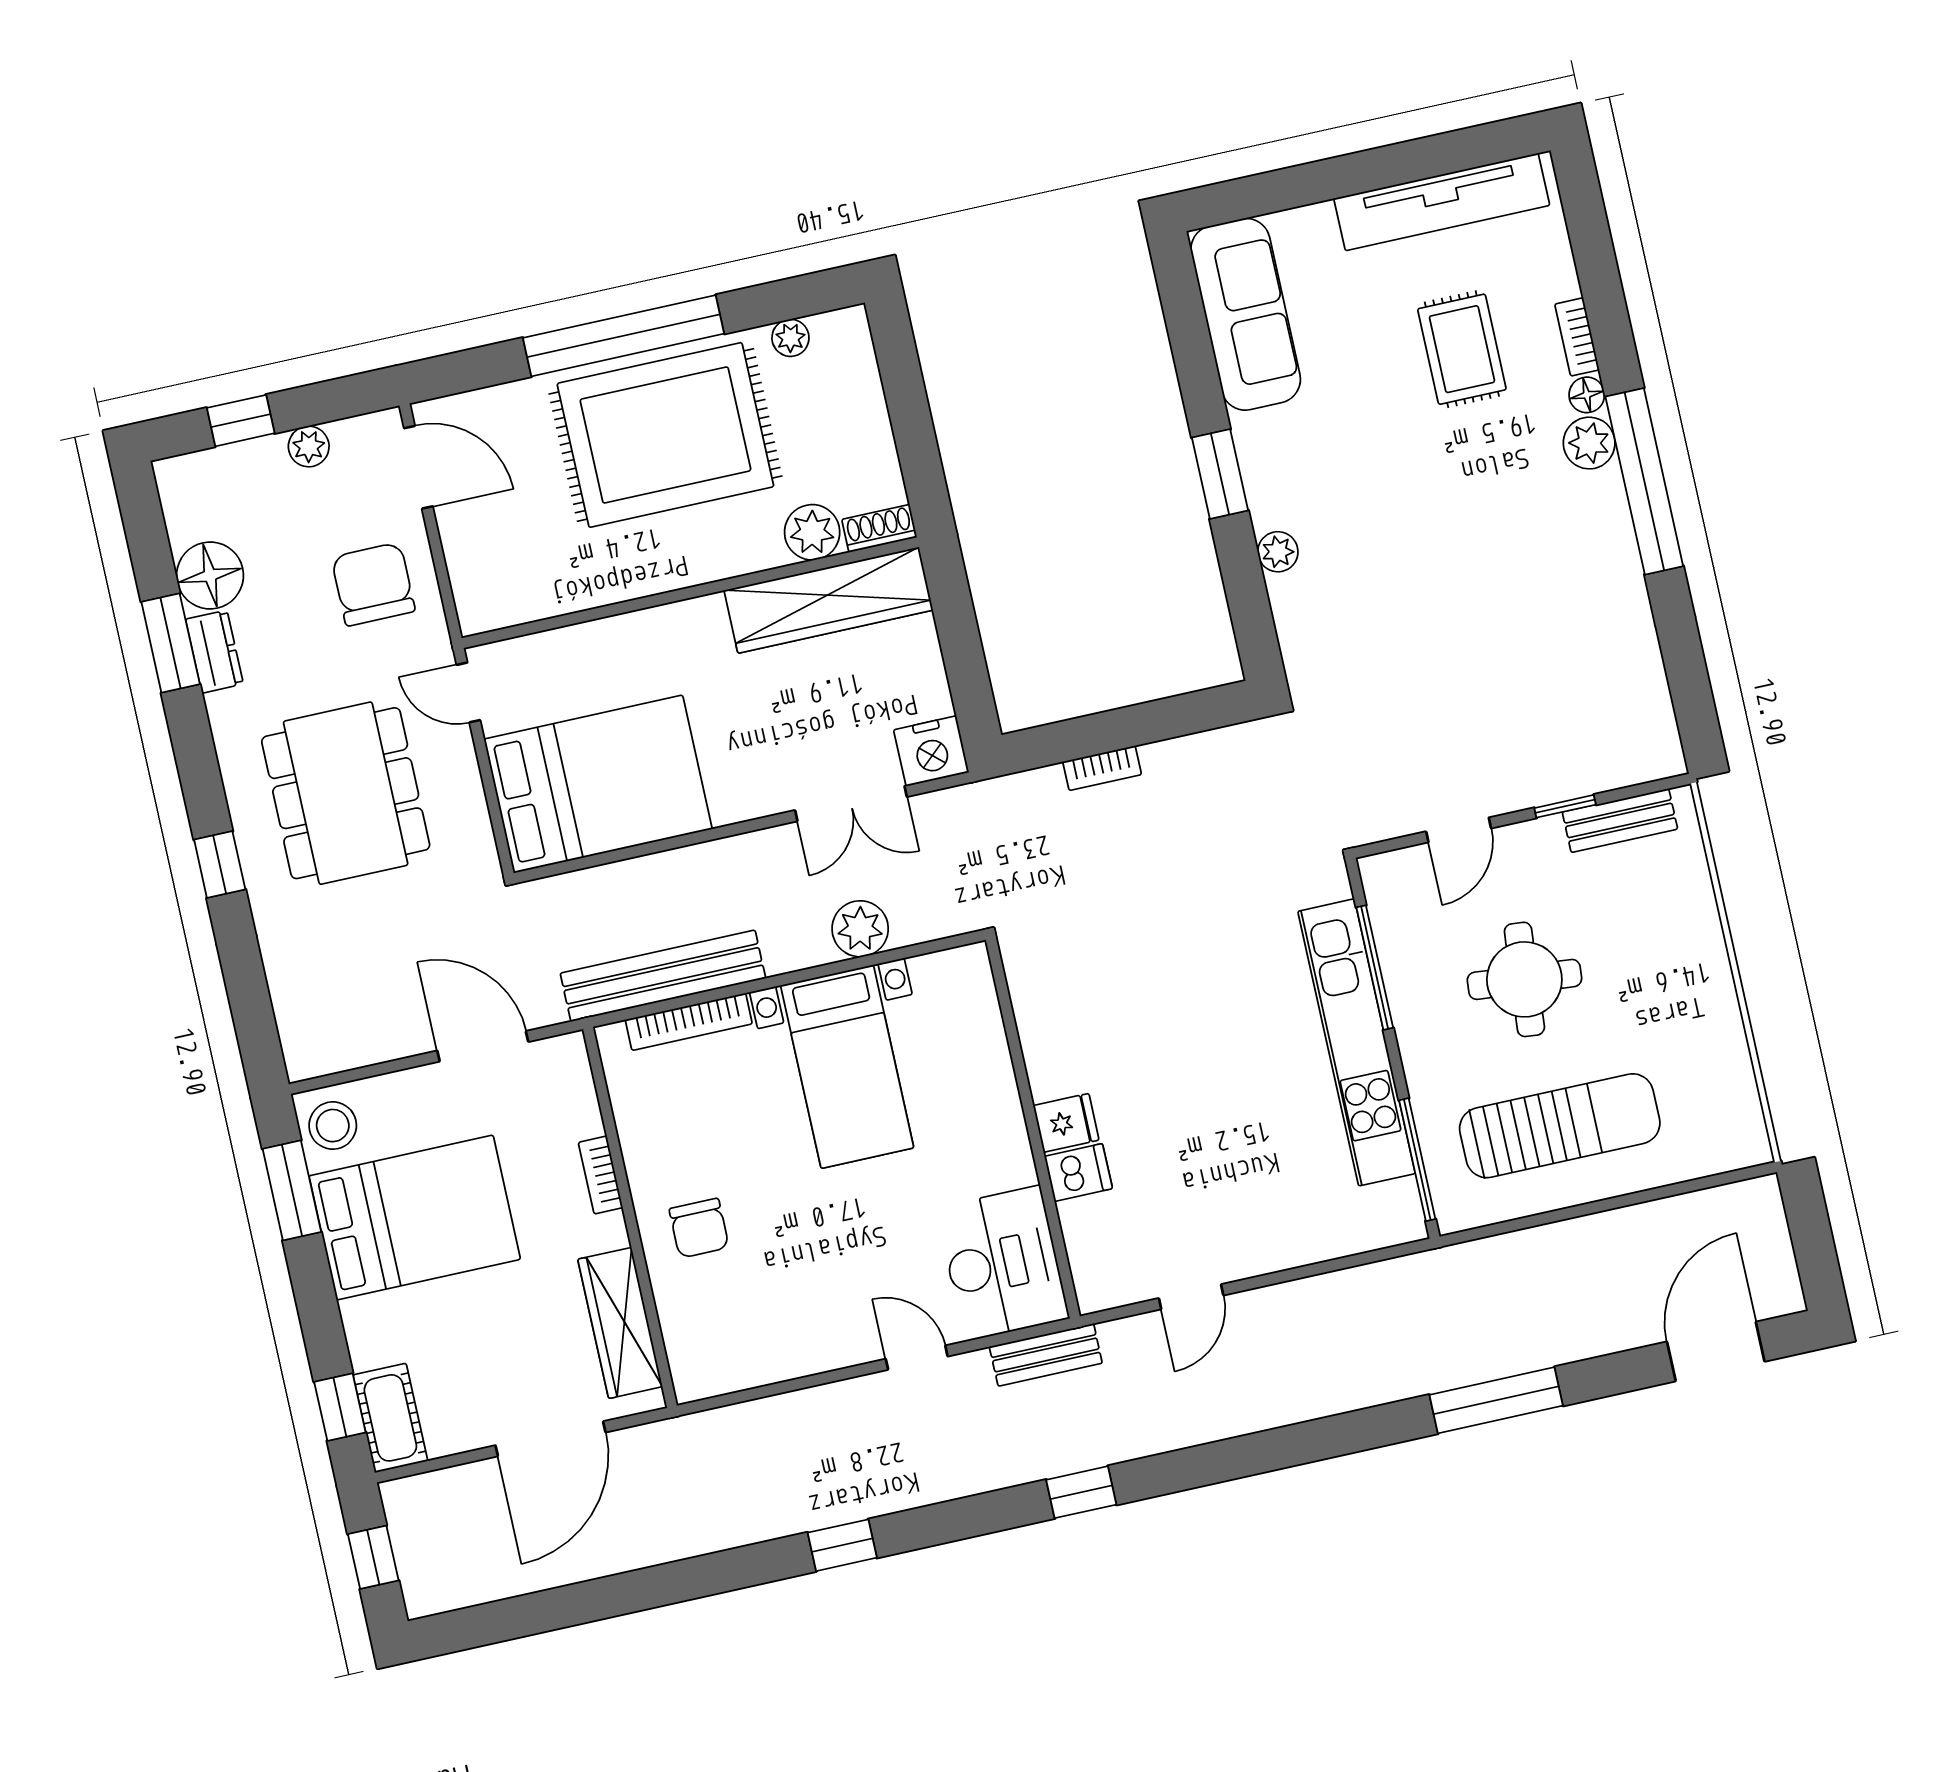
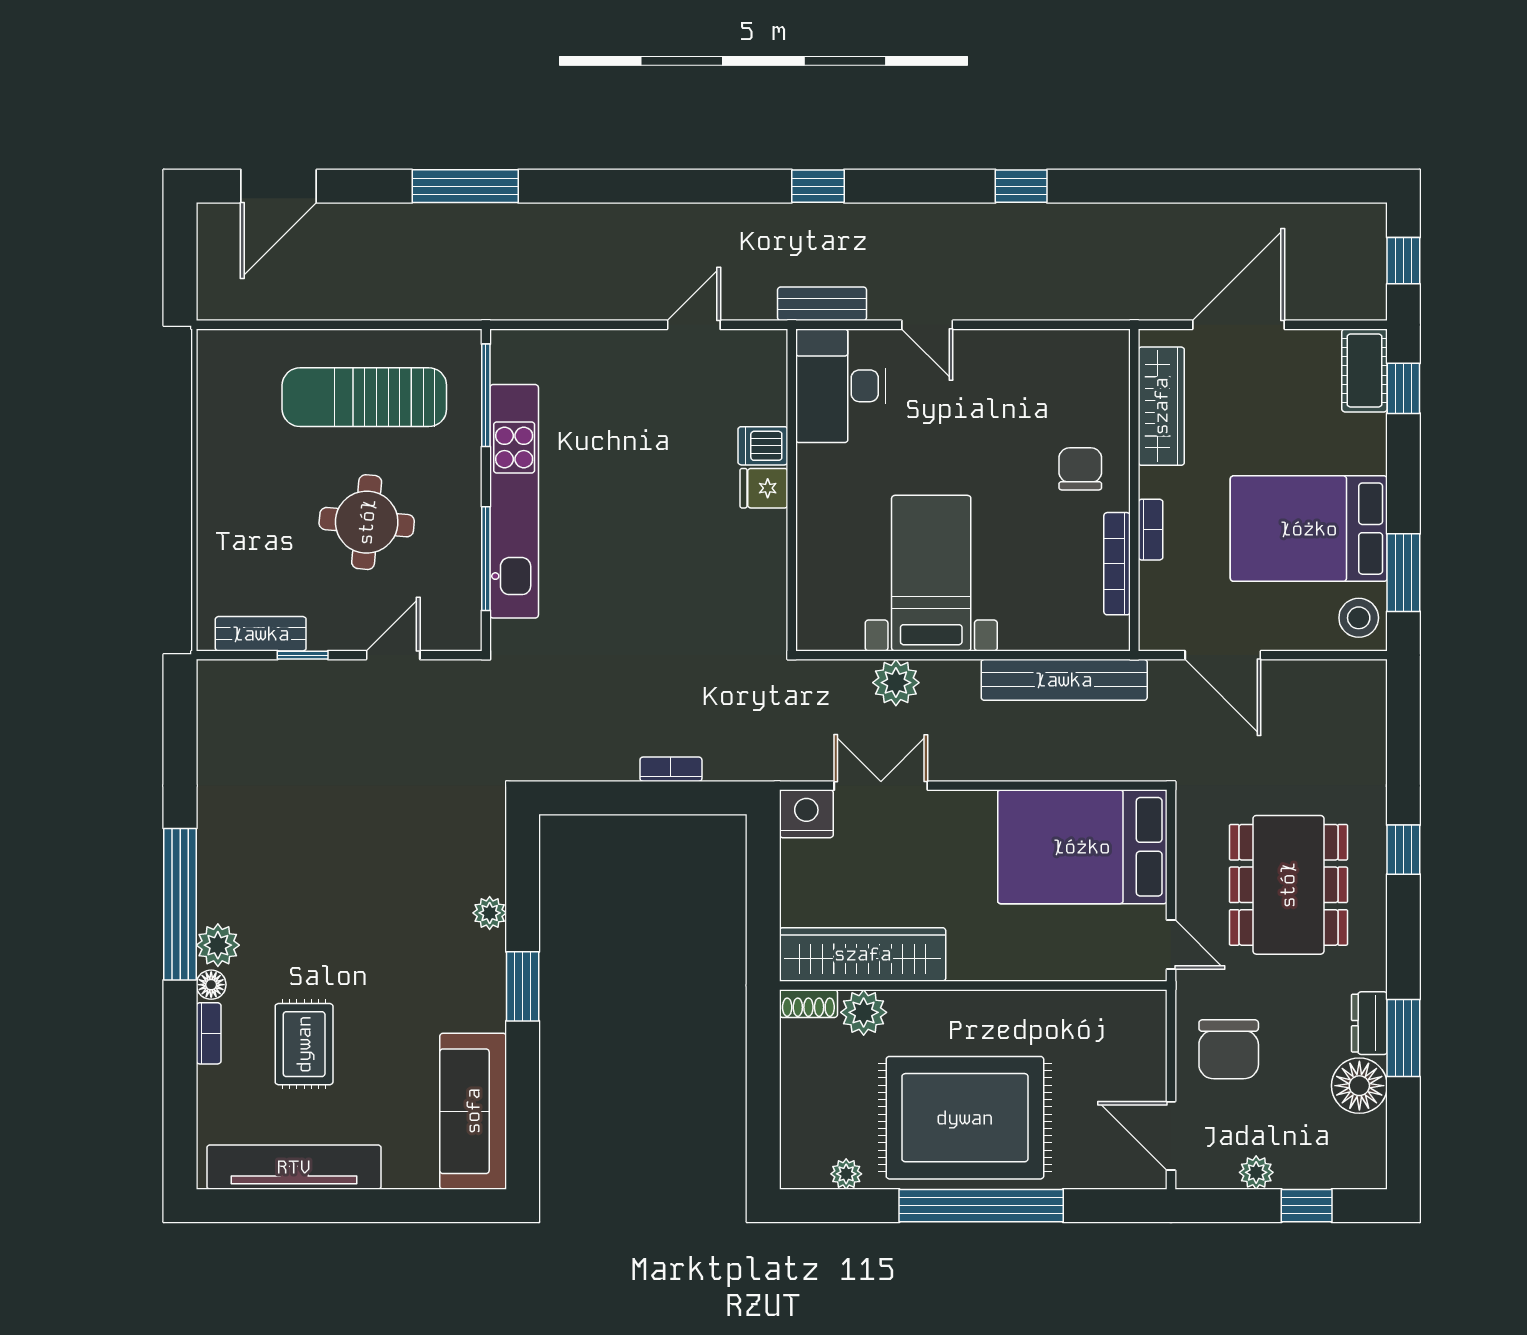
bookcase: (689, 1022) -> (1117, 564), moved, turned -90

